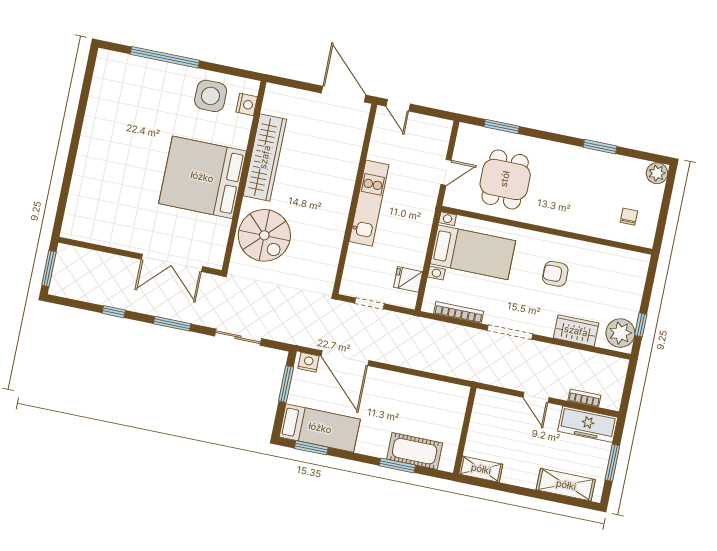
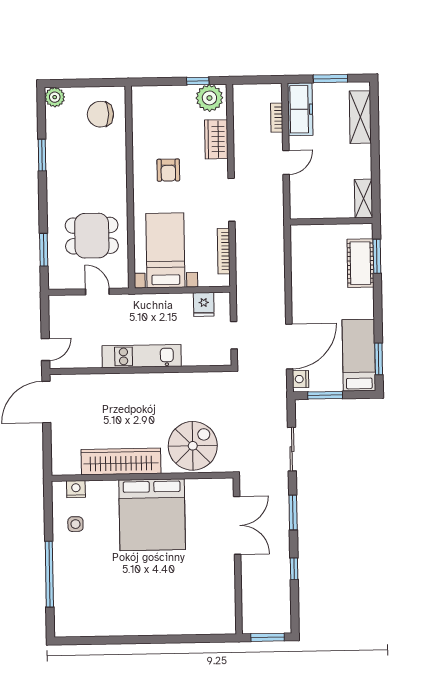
side table: (211, 96) -> (75, 524), width x0.54, depth x0.54
chair: (629, 217) -> (100, 114), width x1.87, depth x1.87
window: (397, 465) -> (377, 256), moved

